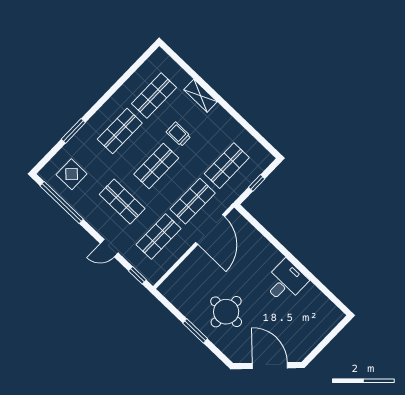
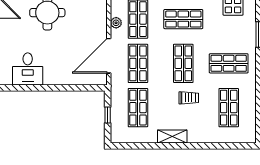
shelving: (201, 96) -> (172, 136), moved
shop shelf: (120, 131) -> (229, 63), turned 90
door: (210, 230) -> (109, 56), hinge flipped
plant: (179, 250) -> (116, 23), added

